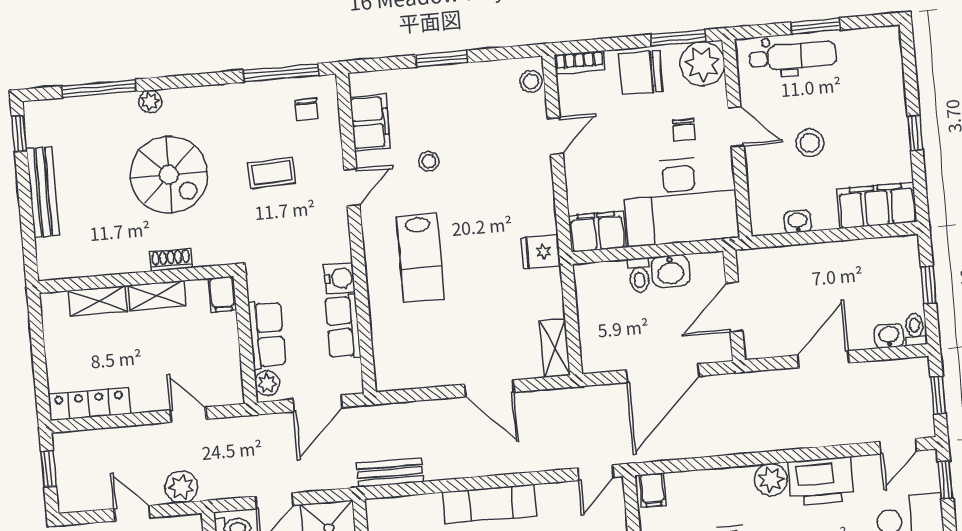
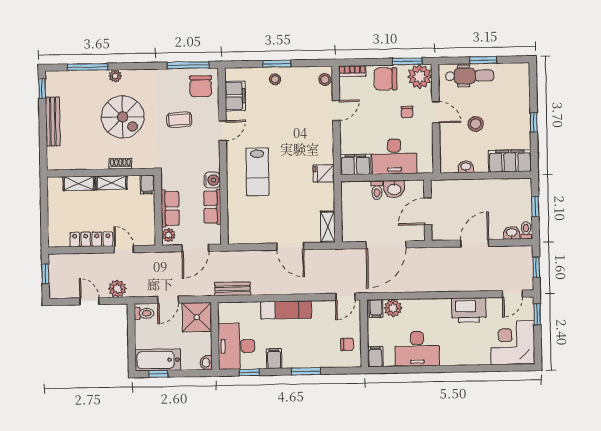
chair: (307, 109) -> (201, 86), width x1.87, depth x1.87
stool: (429, 161) -> (275, 79), moved
desk: (680, 201) -> (394, 156), width x0.73, depth x0.77
locker: (89, 404) -> (91, 239), moved
plant: (771, 480) -> (393, 308), moved

